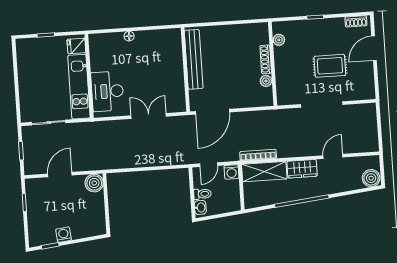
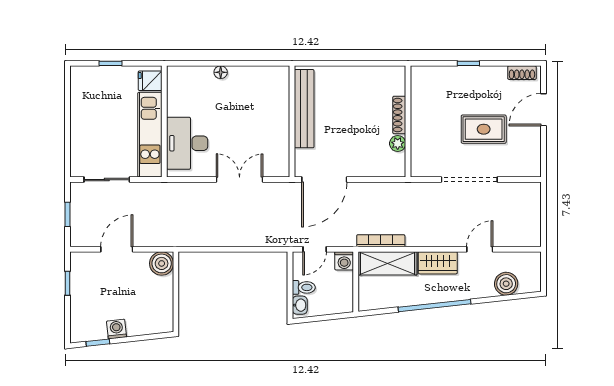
plant: (279, 40) -> (418, 90), removed
boiler: (371, 178) -> (506, 284), moved

